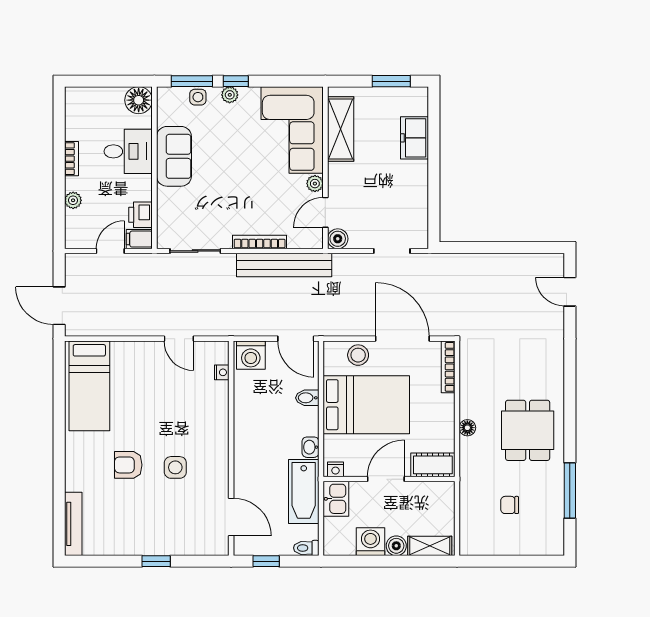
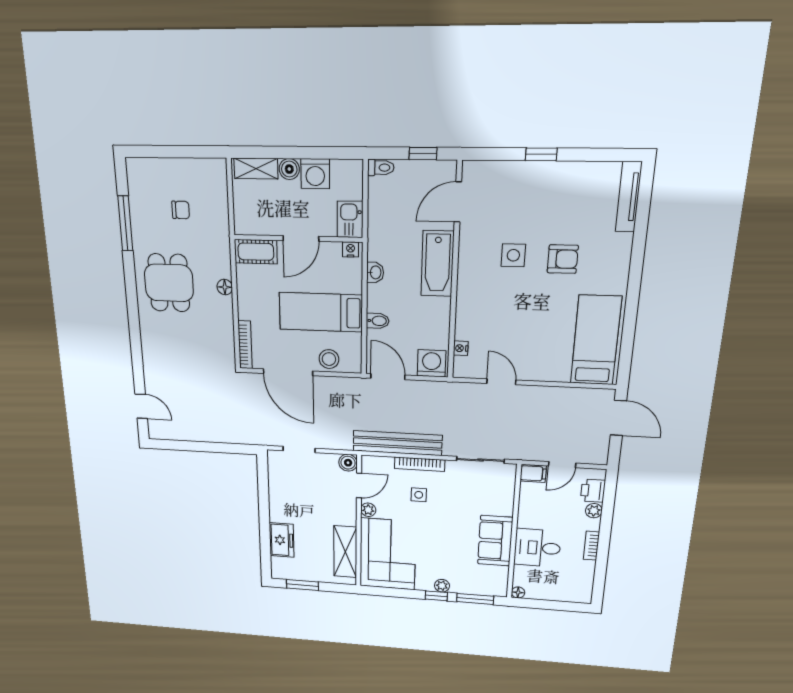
side table: (198, 97) -> (419, 495), moved
floor lamp: (139, 100) -> (518, 592), width x0.53, depth x0.53
printer: (141, 215) -> (593, 491), moved, turned 180
bed: (366, 405) -> (321, 312), width x0.67
bathtub: (304, 491) -> (437, 264), moved, turned 180
door: (231, 517) -> (458, 202), hinge flipped

